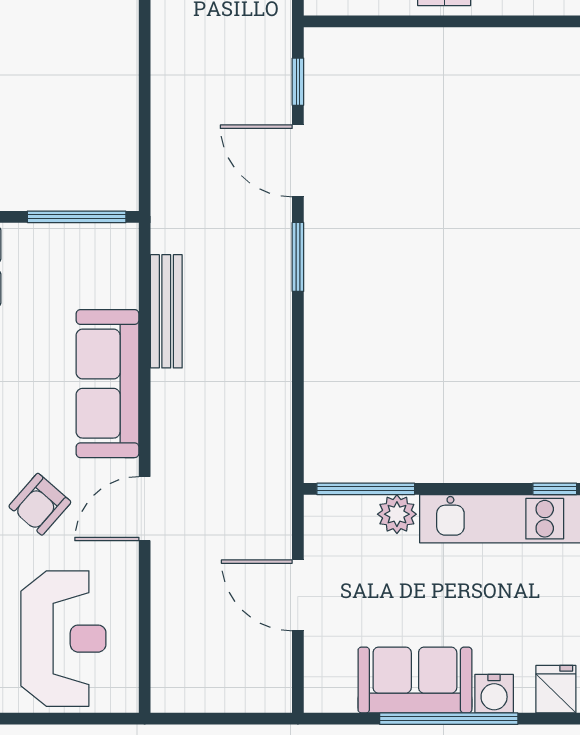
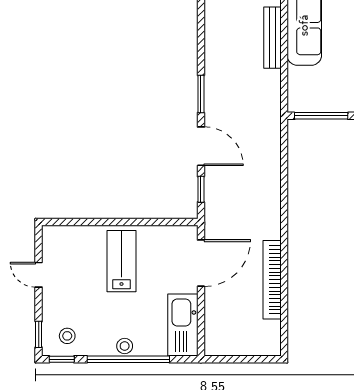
bench: (166, 311) -> (272, 38), moved

